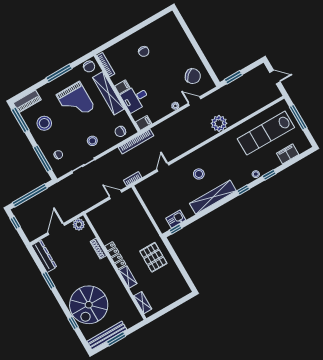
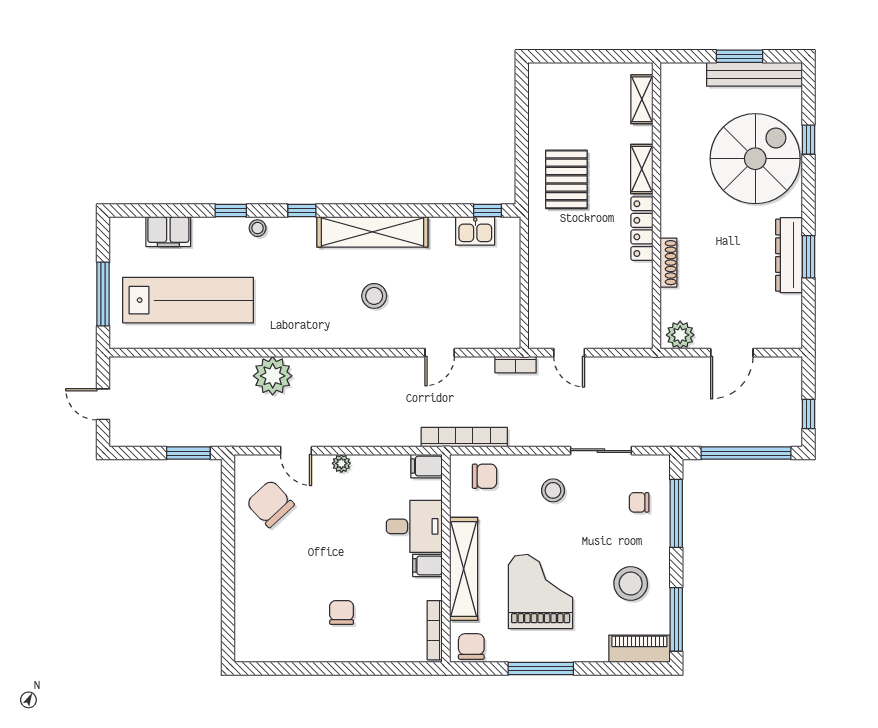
dresser: (44, 256) -> (789, 255), moved

